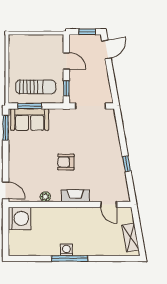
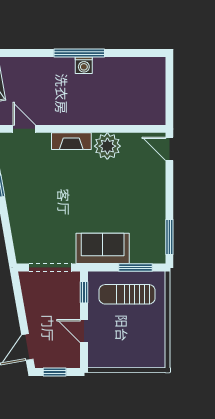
sofa: (30, 120) -> (103, 248), moved
armchair: (66, 162) -> (84, 189), removed
plant: (45, 197) -> (107, 146), width x1.88, depth x1.88
washing machine: (19, 218) -> (150, 109), removed

